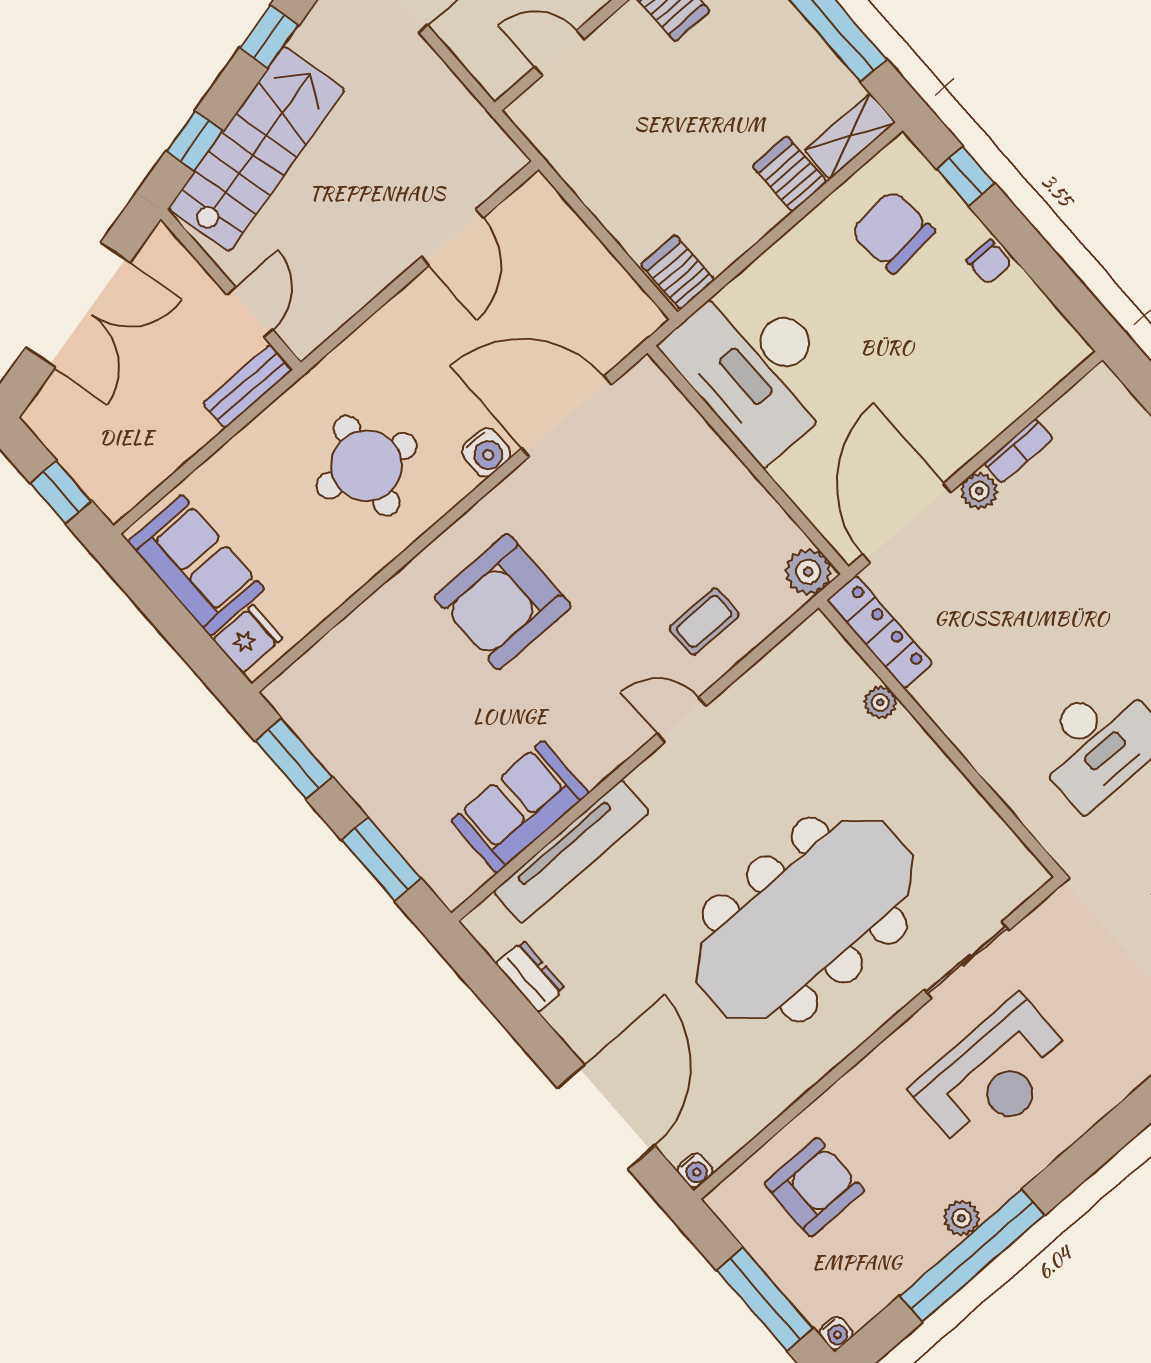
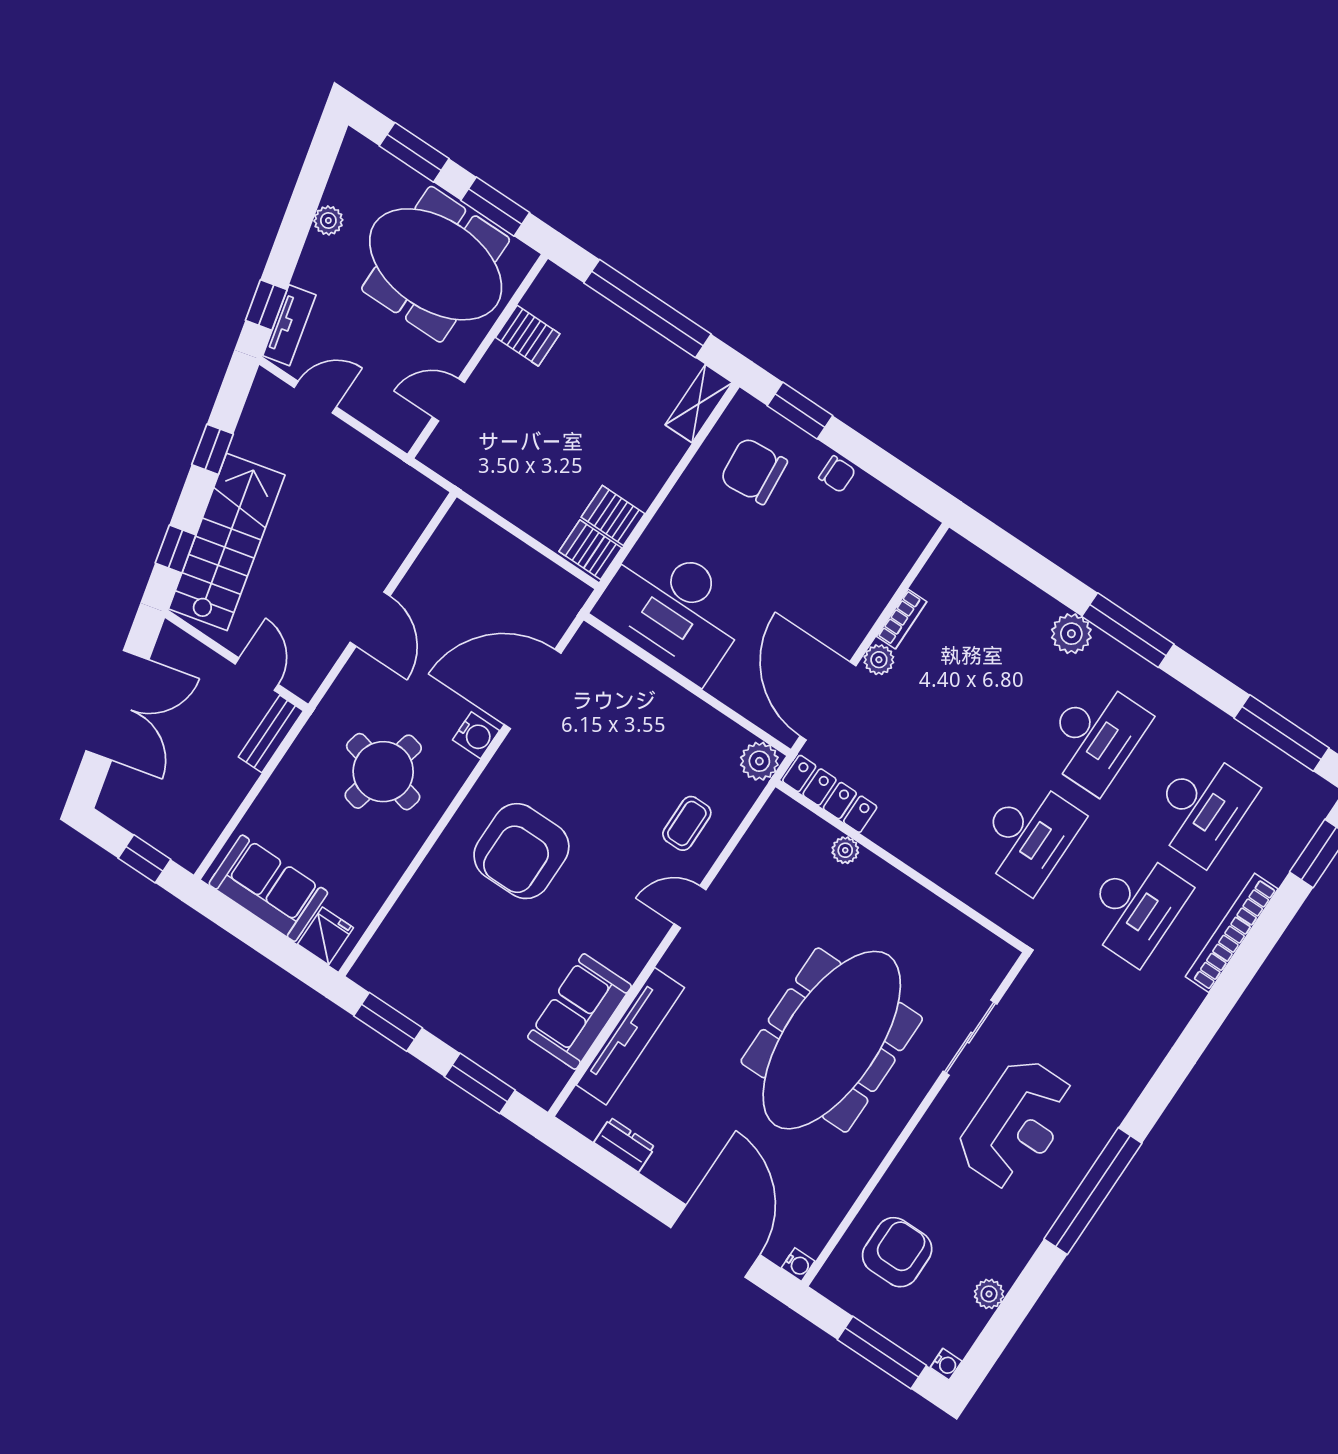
server rack: (790, 174) -> (613, 515), moved
window: (966, 176) -> (800, 411), width x1.50
door: (452, 238) -> (370, 619), moved
plant: (961, 1218) -> (989, 1294), moved
window: (972, 1256) -> (1093, 1191), moved

